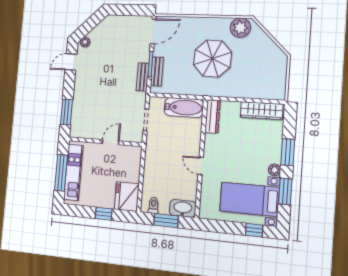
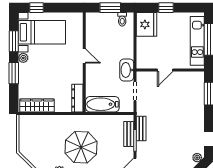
washbasin: (183, 208) -> (127, 70), moved, turned 90

